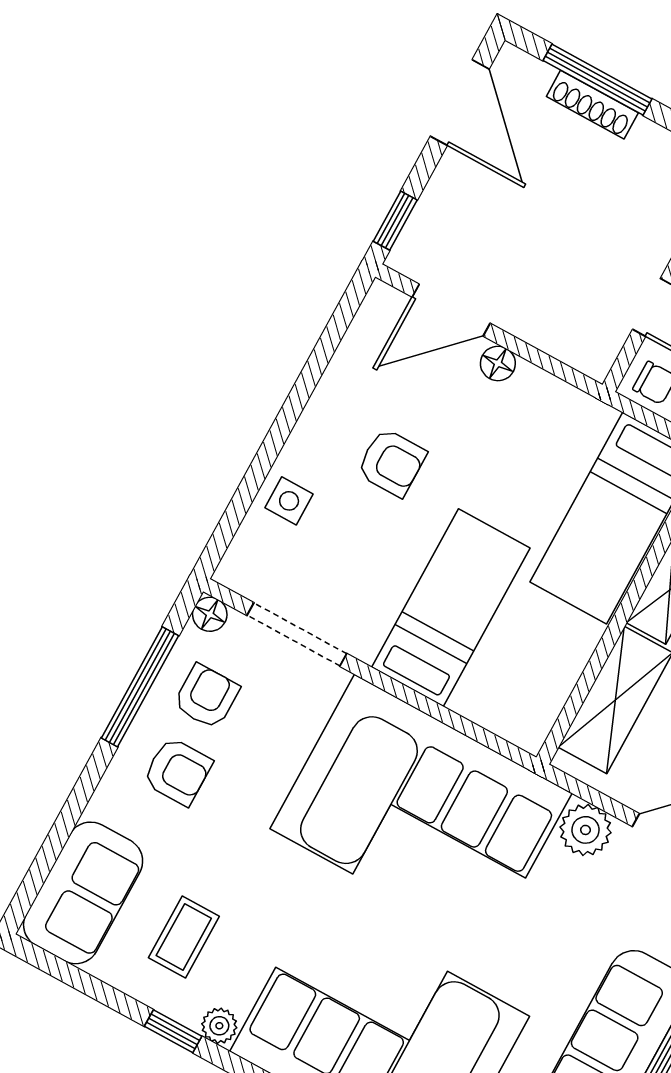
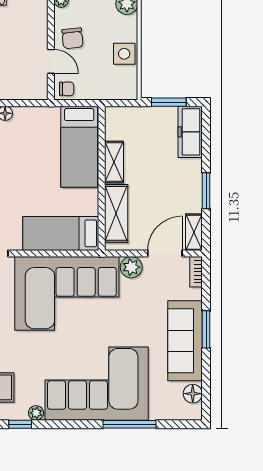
bed: (451, 608) -> (61, 233), moved, turned -90

